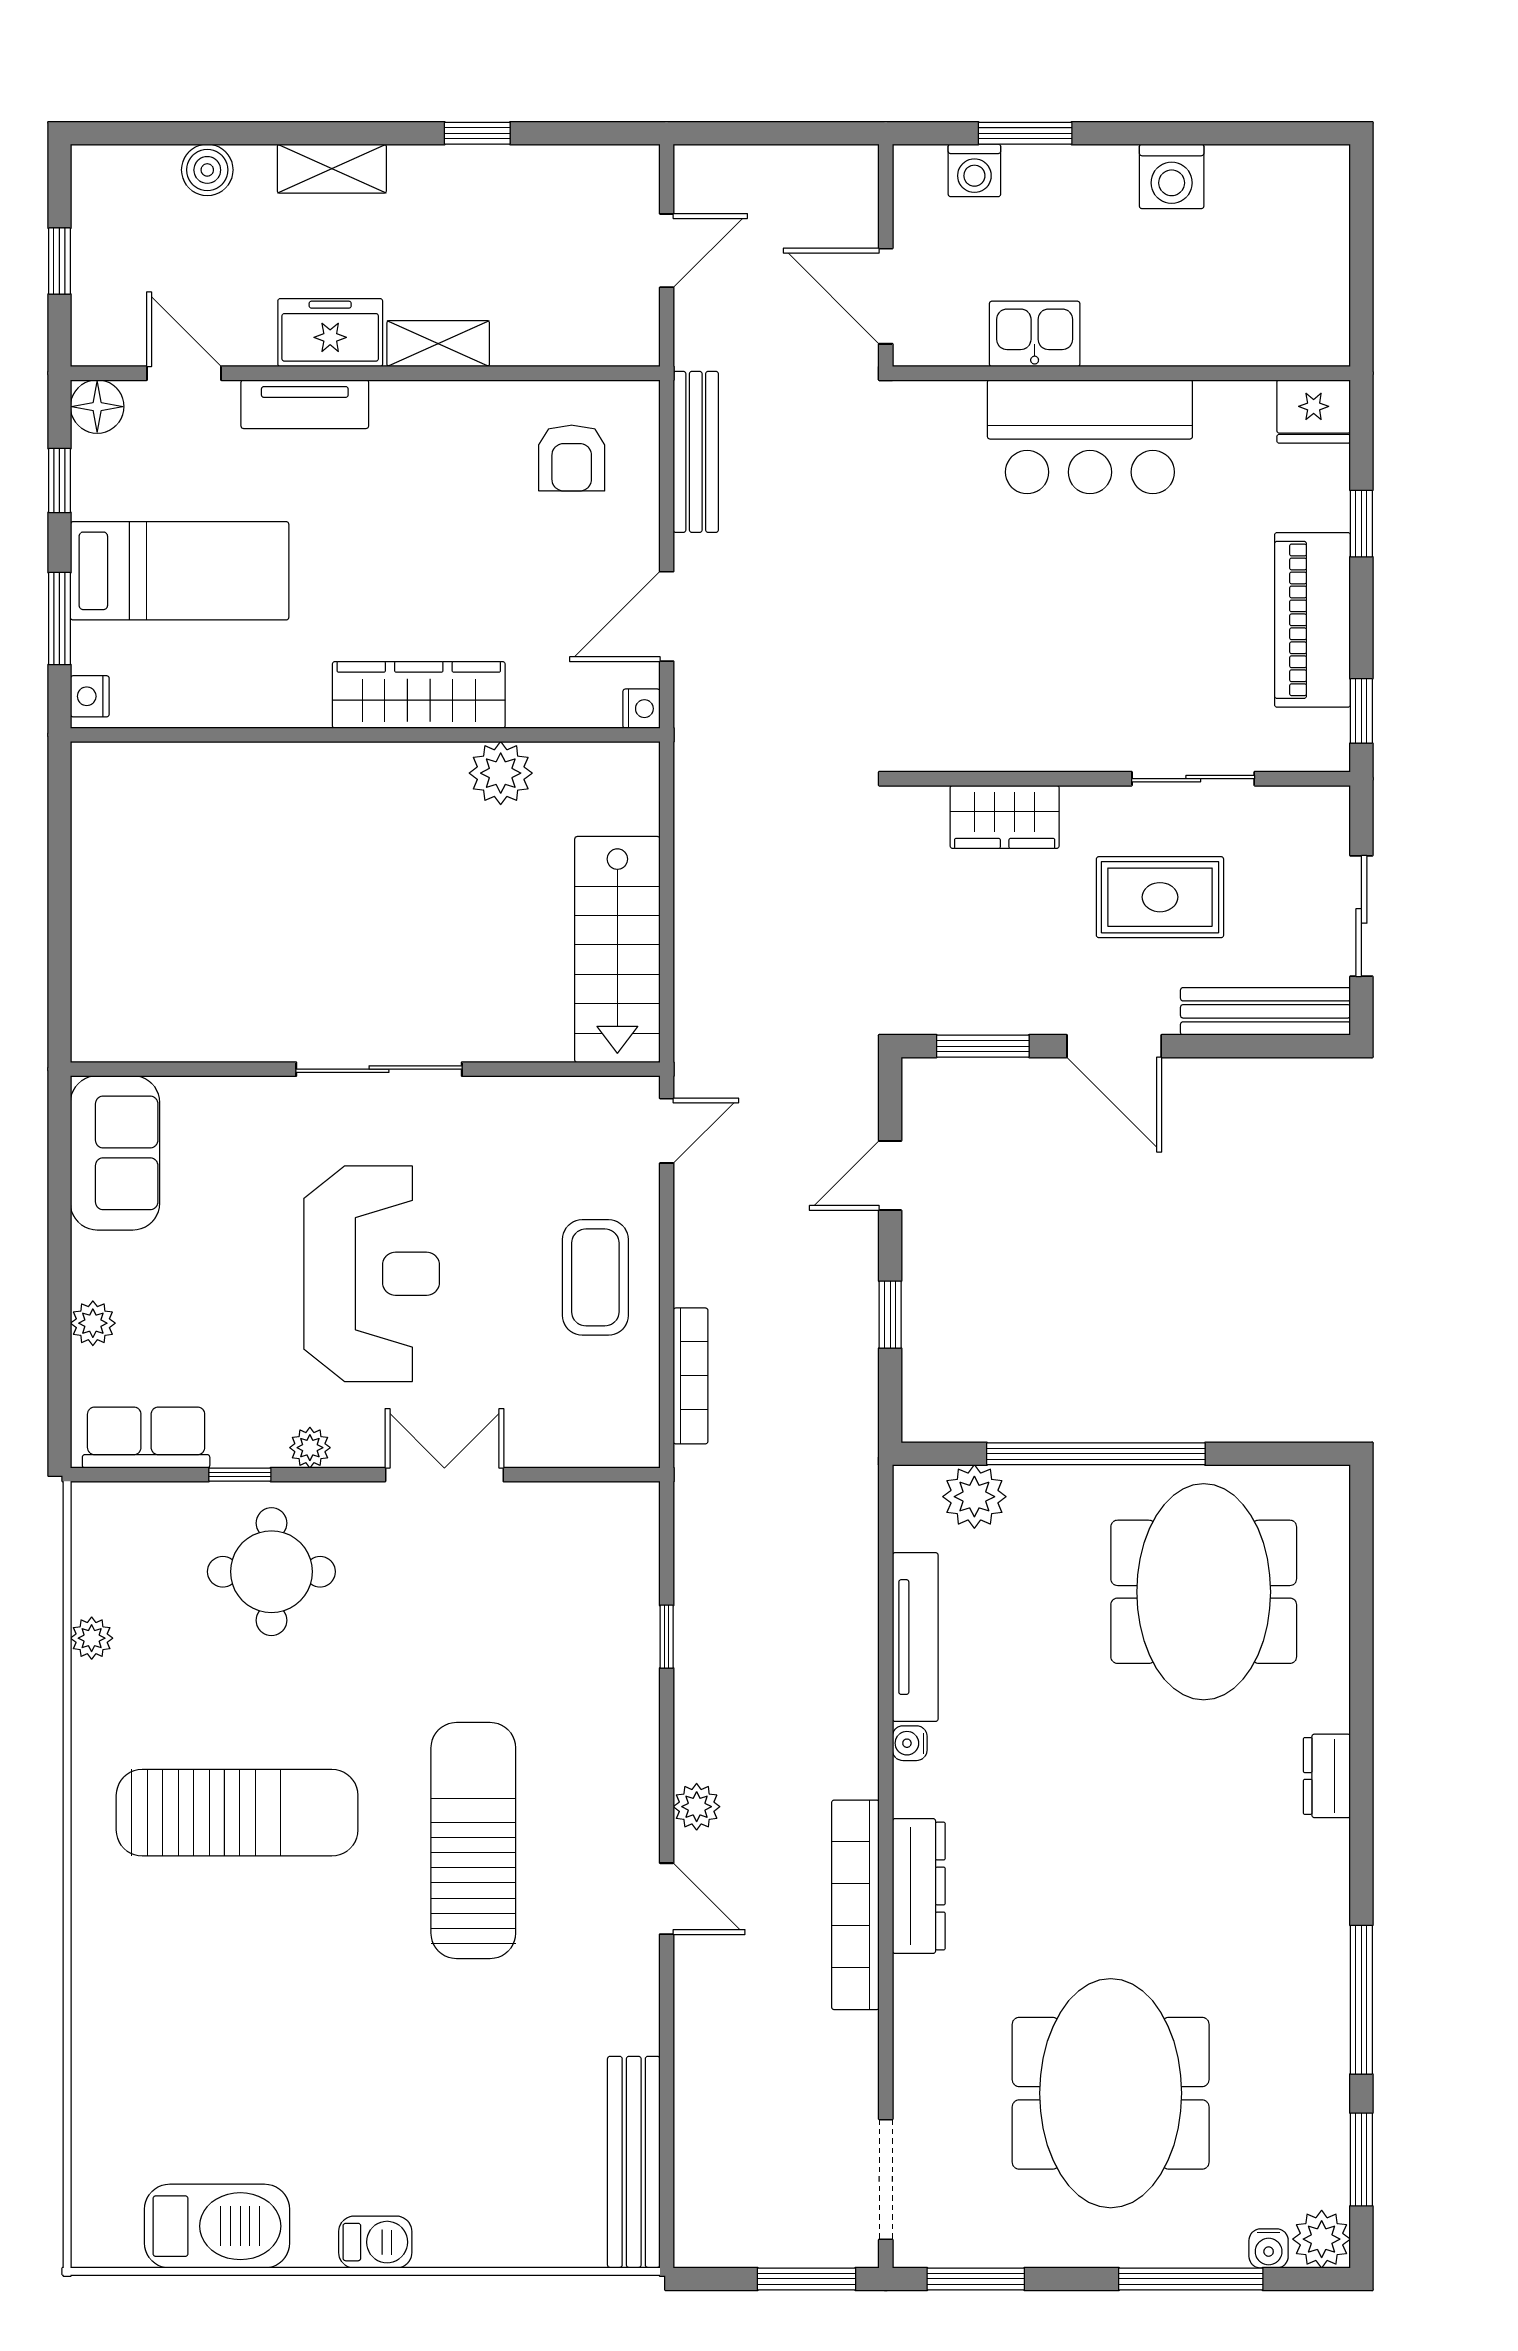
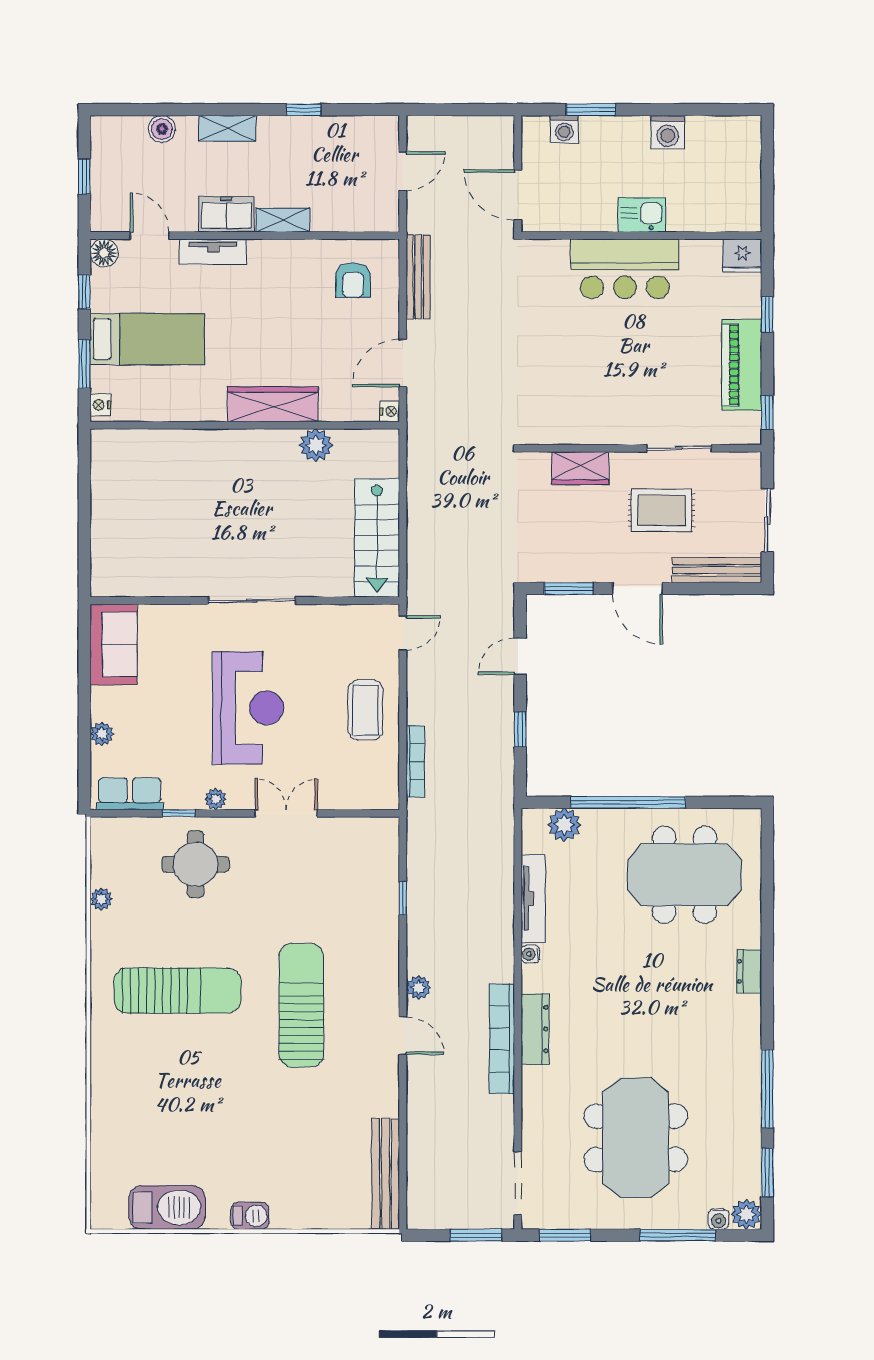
kitchen sink: (1035, 334) -> (642, 215), moved
meeting table: (1204, 1592) -> (685, 875), turned 90

